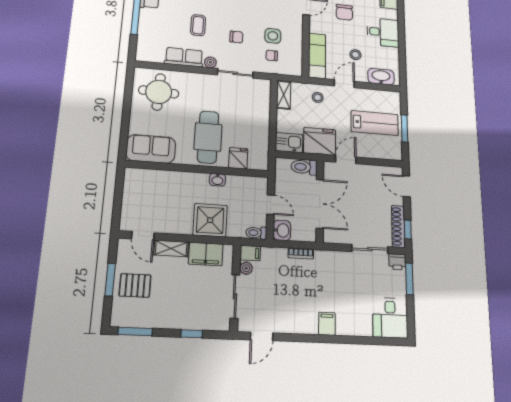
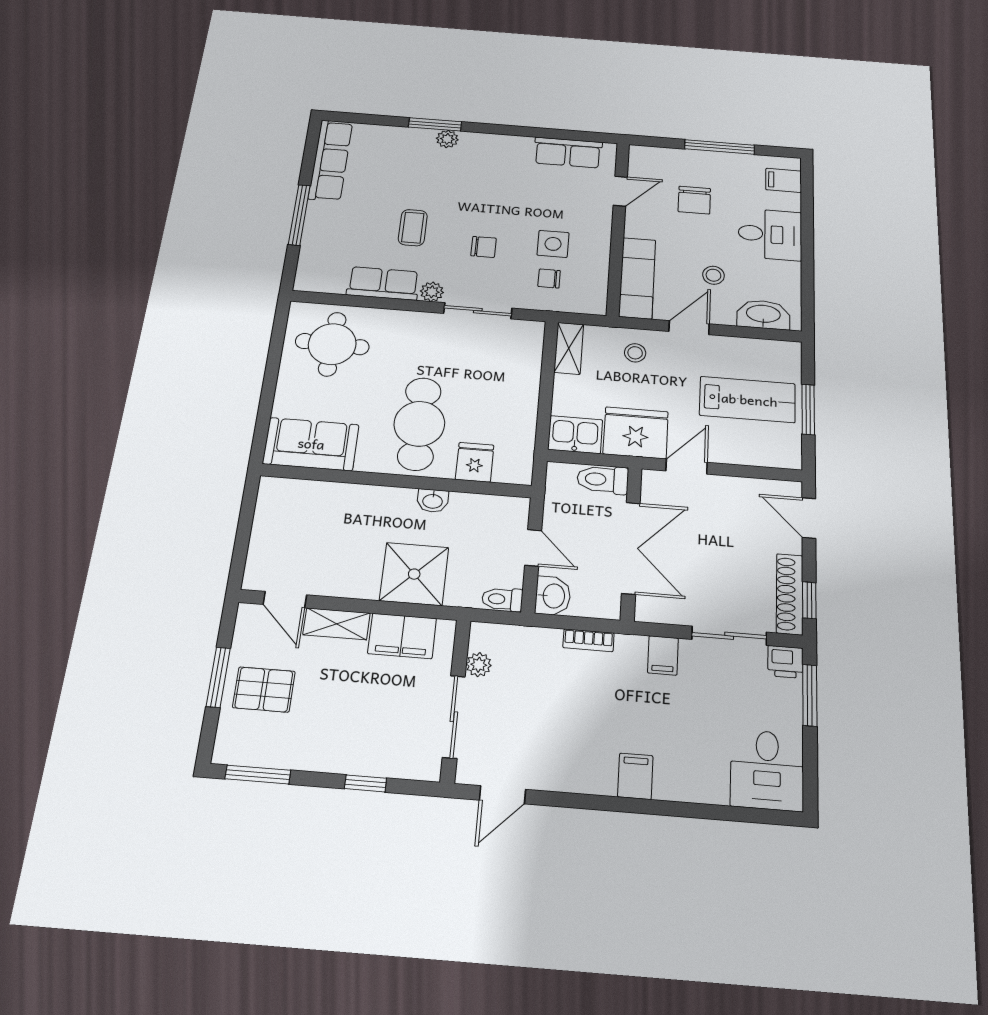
filing cabinet: (250, 253) -> (663, 655), moved, turned 90

